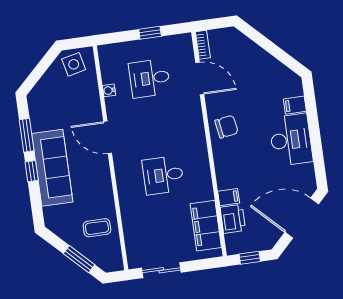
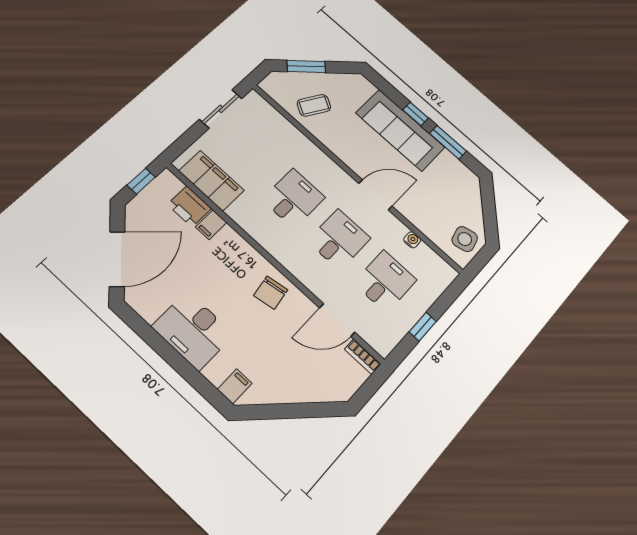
filing cabinet: (295, 105) -> (235, 386), moved
desk: (156, 127) -> (339, 240), added
coffee table: (97, 228) -> (314, 105), turned 30

